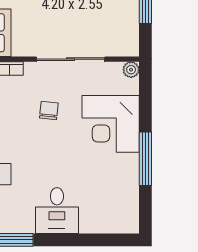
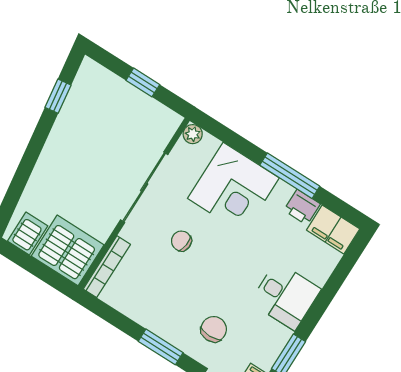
printer: (128, 182) -> (302, 207), added
filing cabinet: (126, 215) -> (333, 230), added

